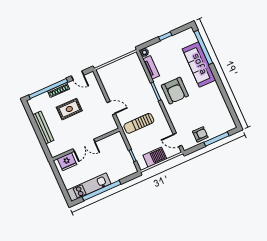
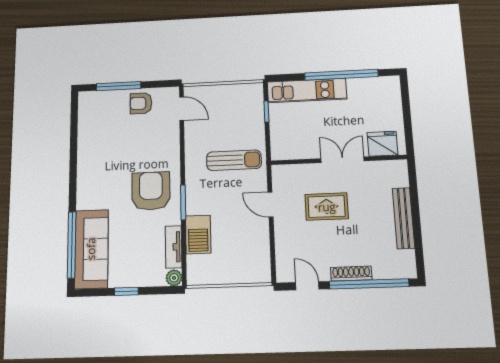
sofa: (199, 64) -> (91, 249), moved
rug: (69, 109) -> (327, 207), moved
barbecue: (155, 157) -> (198, 234), moved, turned -90
kitchen unit: (89, 187) -> (307, 91), moved

